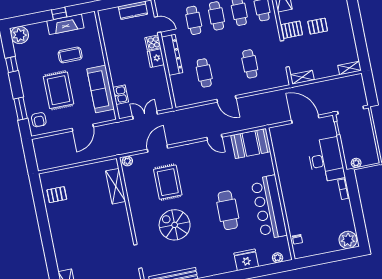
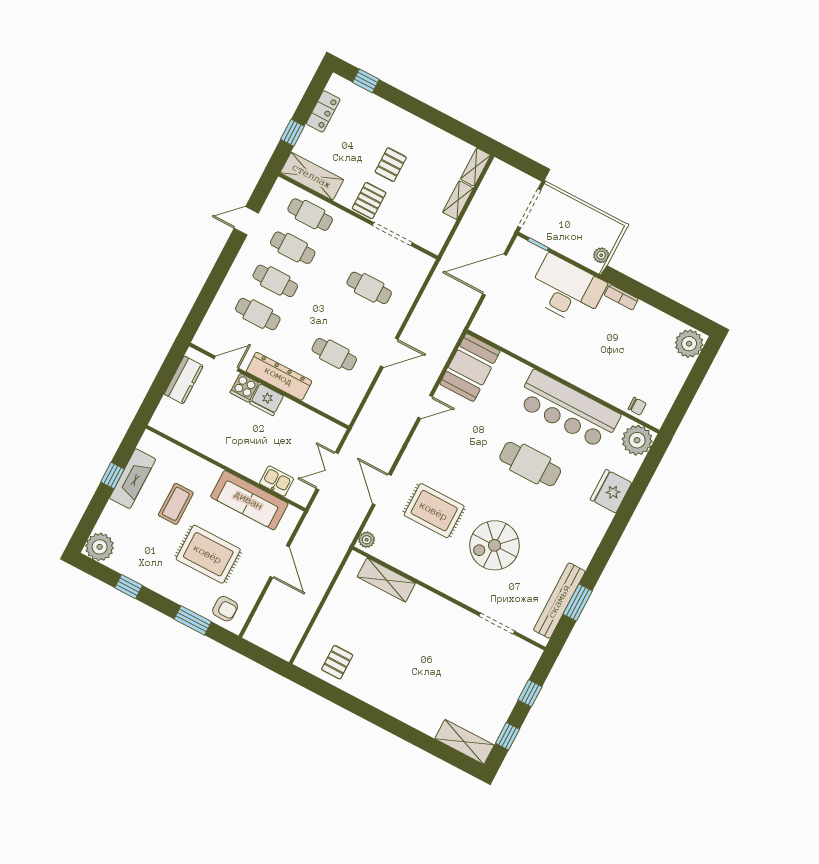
shelving: (302, 77) -> (458, 200), moved
plant: (278, 258) -> (637, 440), width x1.88, depth x1.88

